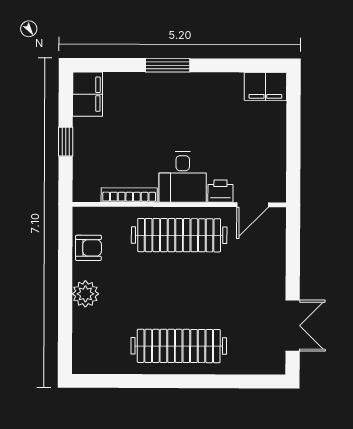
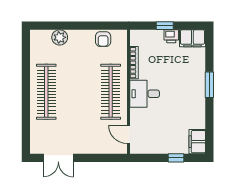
window: (293, 123) -> (176, 158), added
printer: (220, 191) -> (171, 36), moved, turned 90
plant: (85, 294) -> (60, 37), moved

